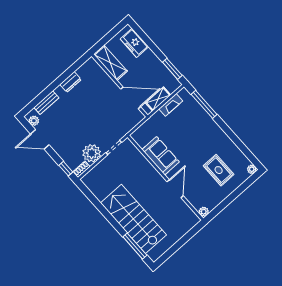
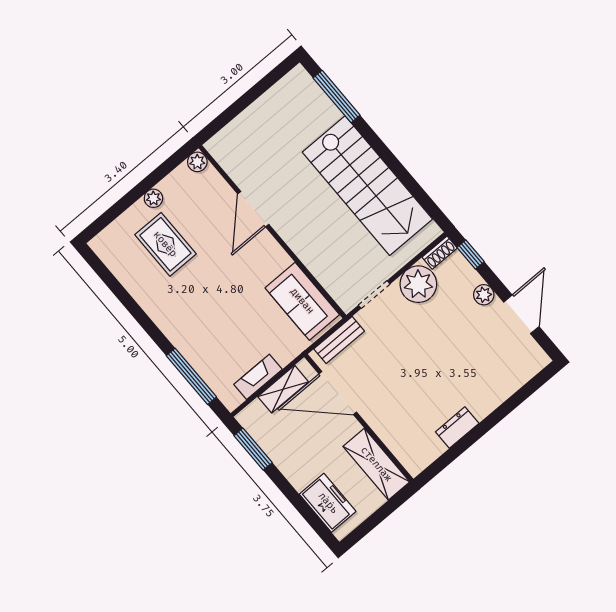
bench: (46, 103) -> (339, 340), moved
plant: (34, 121) -> (484, 295), moved
door: (40, 139) -> (521, 314), hinge flipped
sofa: (161, 156) -> (302, 301), moved
plant: (252, 169) -> (153, 198), moved
stairs: (133, 219) -> (367, 186), moved

